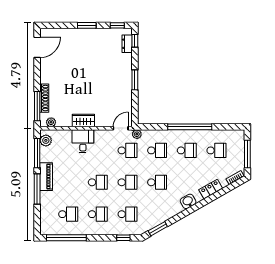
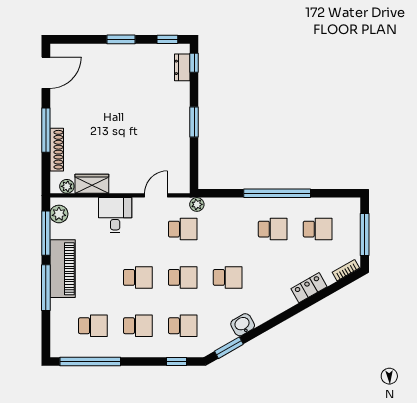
window: (37, 106) -> (46, 130), moved
wardrobe: (83, 121) -> (92, 184), moved
door: (121, 128) -> (156, 195), moved
school desk: (157, 150) -> (228, 229), removed
piano: (46, 177) -> (63, 269), width x1.37, depth x1.33
washbasin: (188, 201) -> (243, 325), moved

